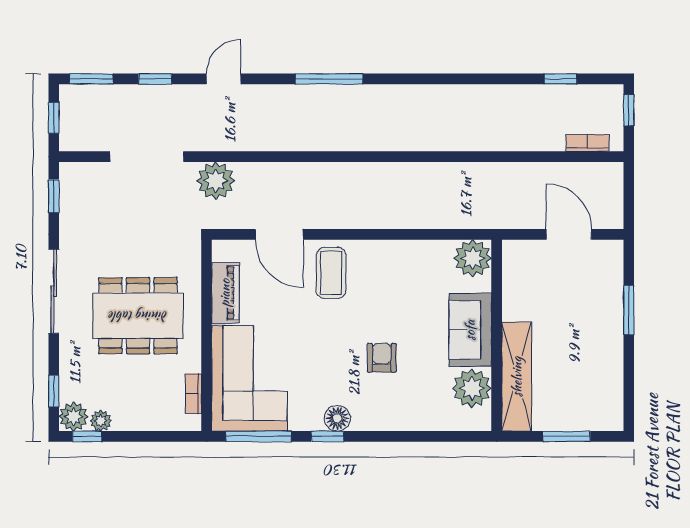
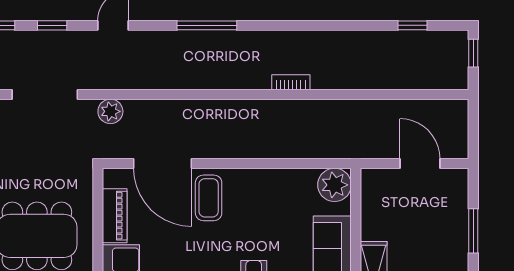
bookcase: (588, 143) -> (291, 82), moved
plant: (216, 181) -> (110, 111), width x0.73, depth x0.73
door: (279, 234) -> (162, 164), width x1.36

